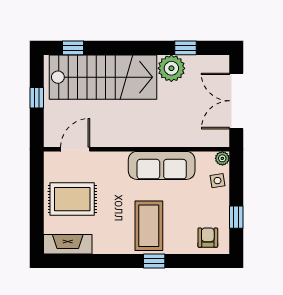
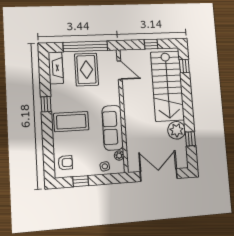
plant: (222, 158) -> (119, 156), moved
window: (37, 199) -> (85, 46), added
window: (154, 261) -> (46, 104), moved

